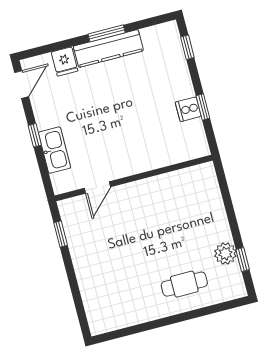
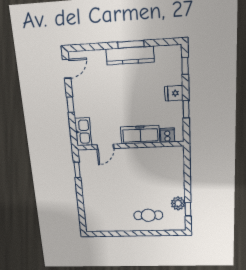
fridge: (65, 61) -> (174, 93), moved, turned 90
cooker: (188, 109) -> (167, 135), moved, turned 90
kitchen sink: (55, 150) -> (83, 132), moved
freezer: (146, 158) -> (140, 135), added

